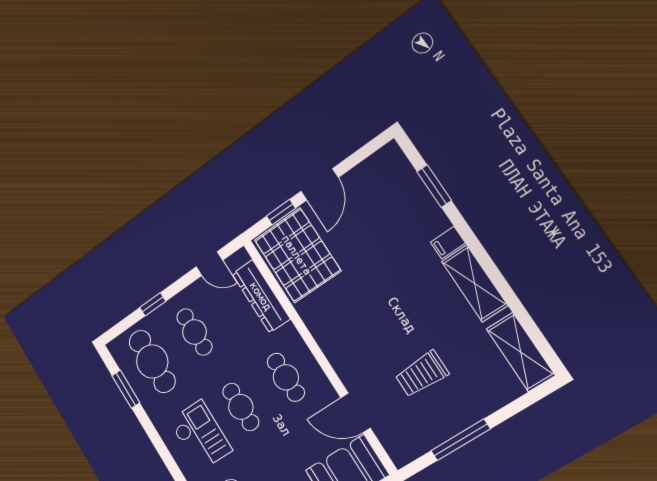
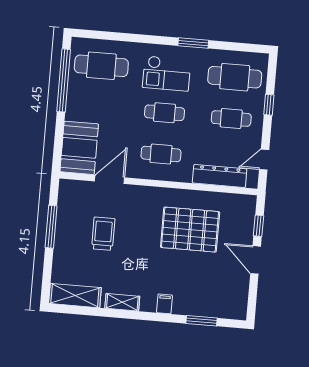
pallet: (297, 255) -> (190, 230), moved
shelving: (474, 283) -> (122, 302), width x0.67, depth x0.75
window: (126, 389) -> (193, 43), moved

